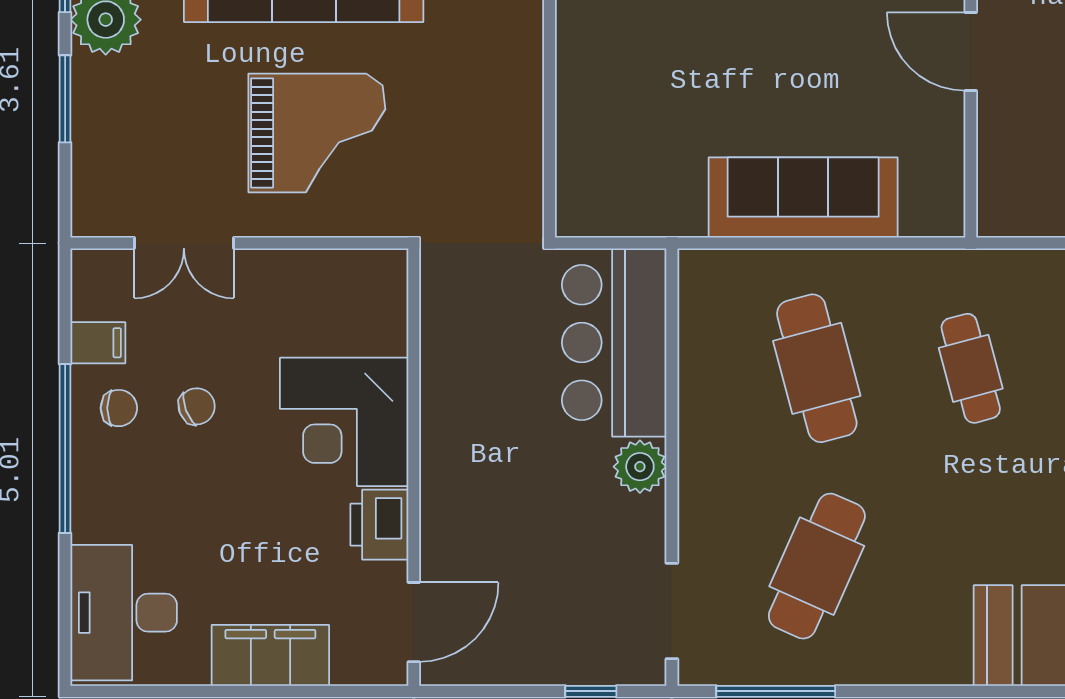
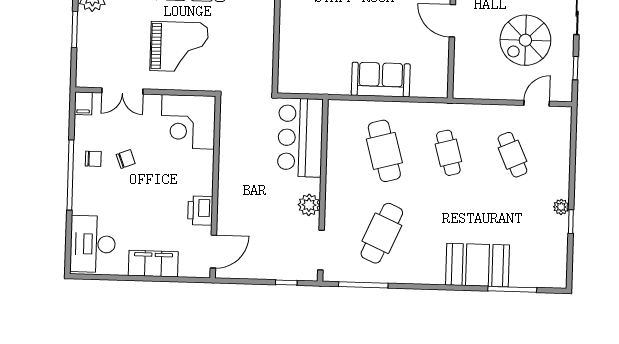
sofa: (803, 197) -> (381, 80), width x0.73
filing cabinet: (98, 343) -> (83, 103), moved, turned 90
corner desk: (344, 422) -> (188, 122), moved
plant: (640, 467) -> (309, 205), moved

